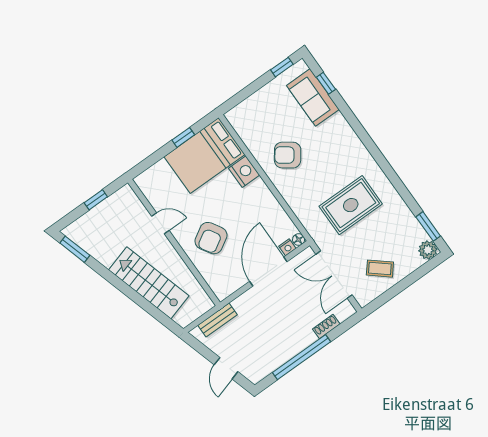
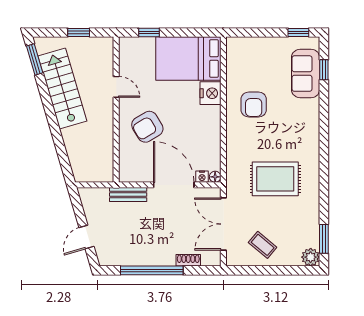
window: (183, 137) -> (149, 32), moved
armchair: (288, 155) -> (254, 104), turned -126
door: (268, 271) -> (174, 185), hinge flipped
stairs: (149, 283) -> (62, 88), moved
bench: (217, 320) -> (128, 195), moved

